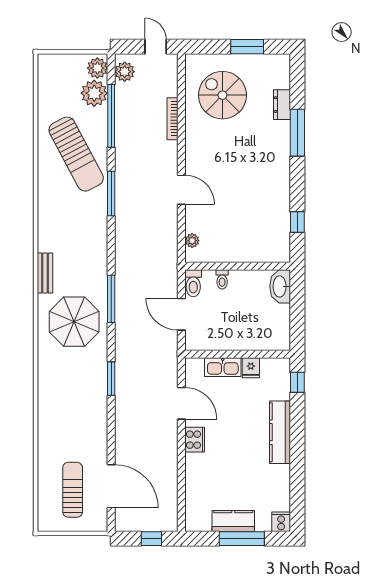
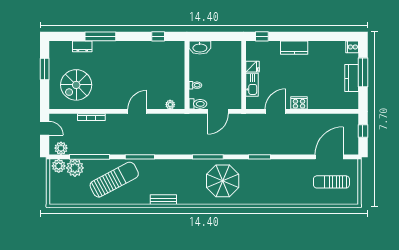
door: (156, 47) -> (45, 128), swing flipped
bench: (45, 273) -> (163, 200), moved
kitchen counter: (280, 432) -> (294, 48), width x0.67

